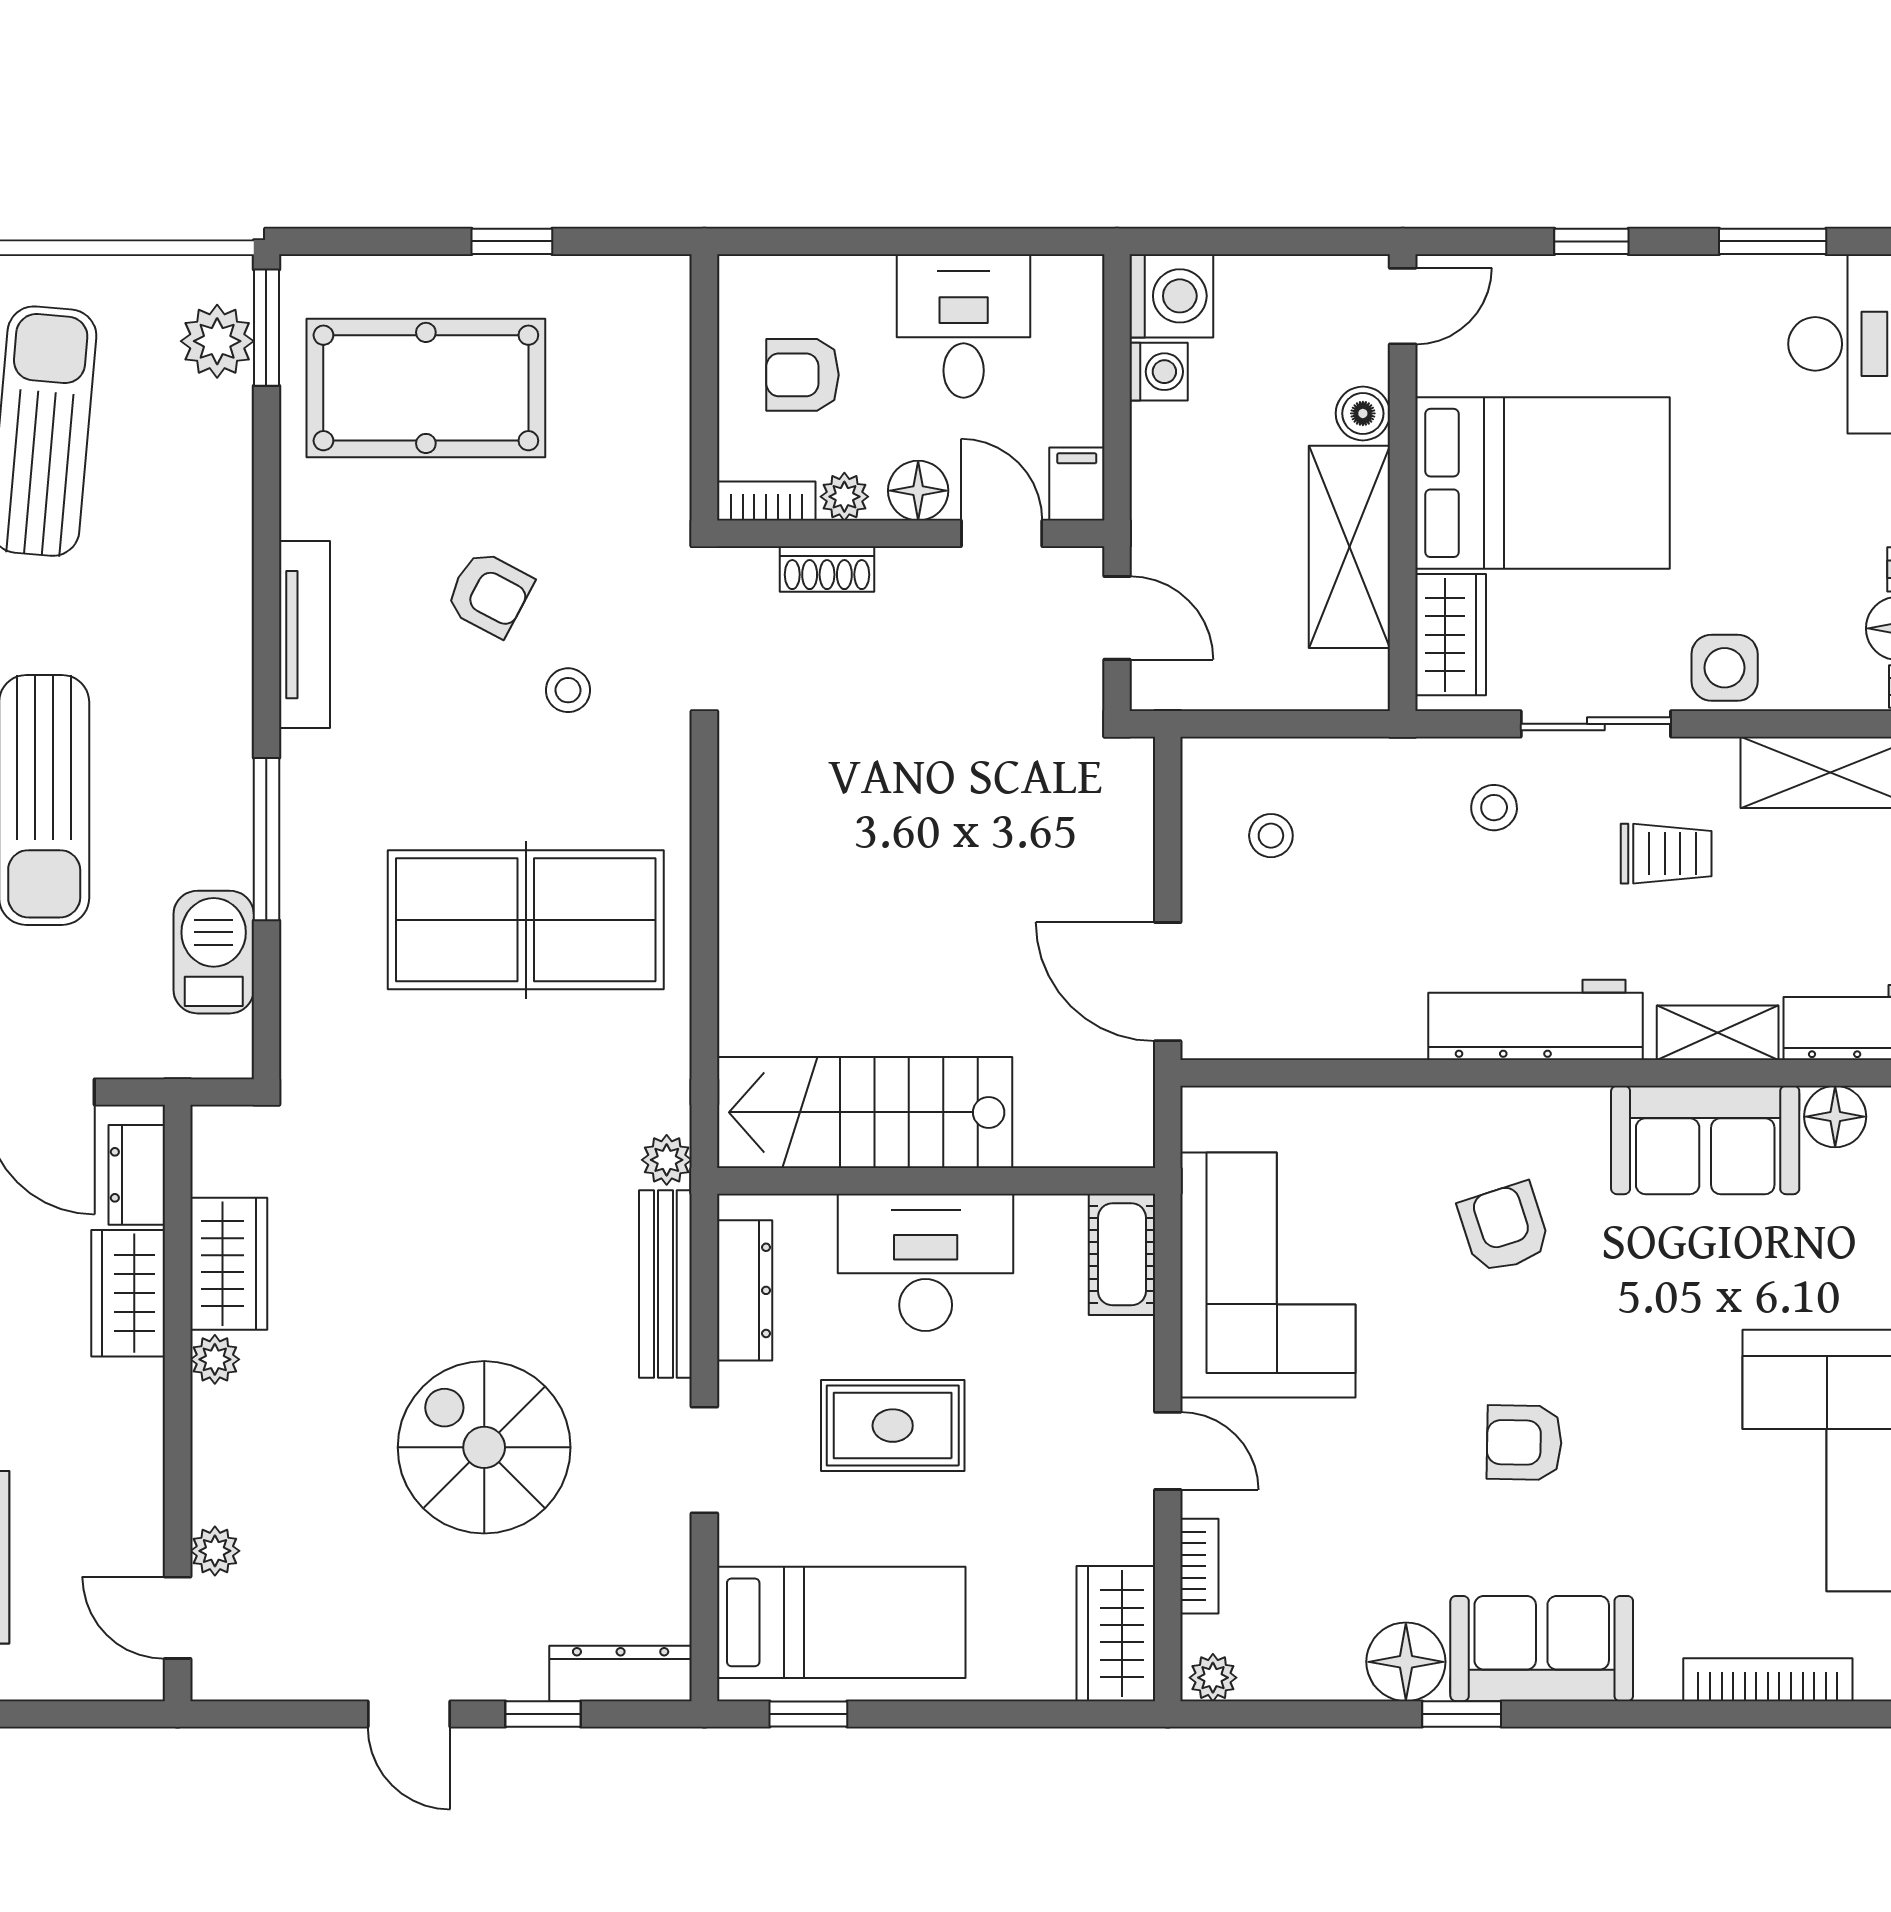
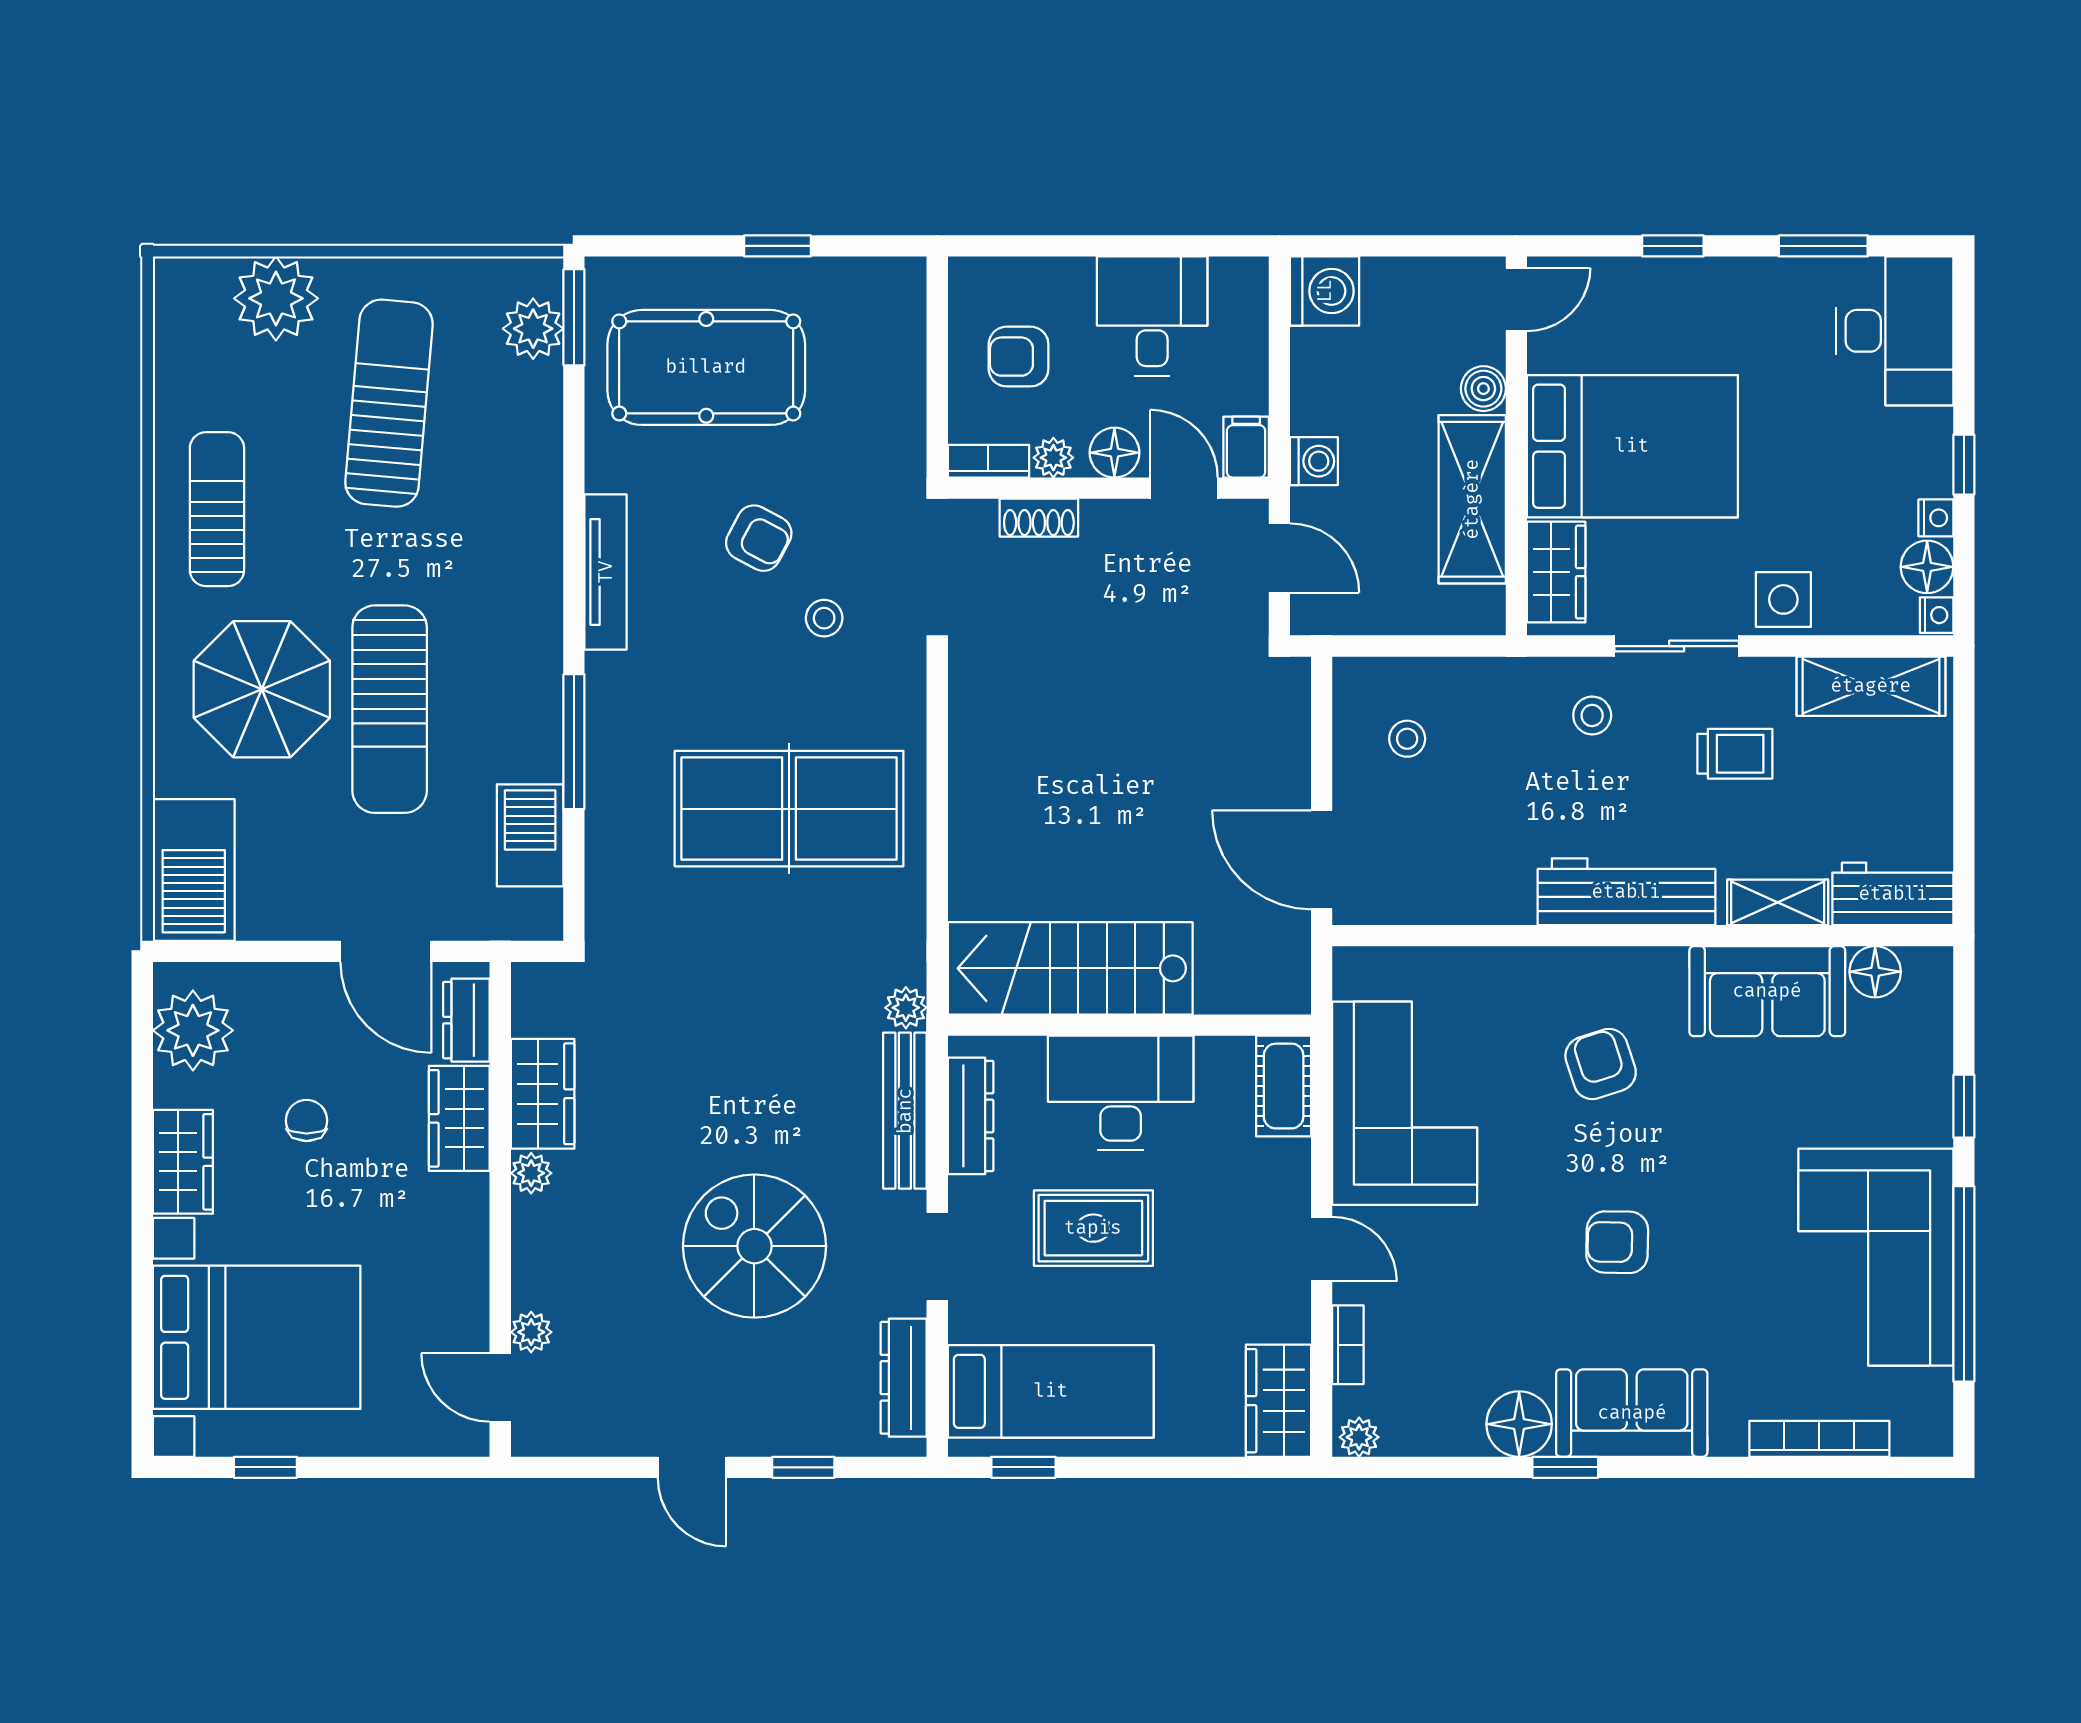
washing machine: (1159, 372) -> (1314, 461), moved
dresser: (621, 1673) -> (904, 1378), moved, turned -90

